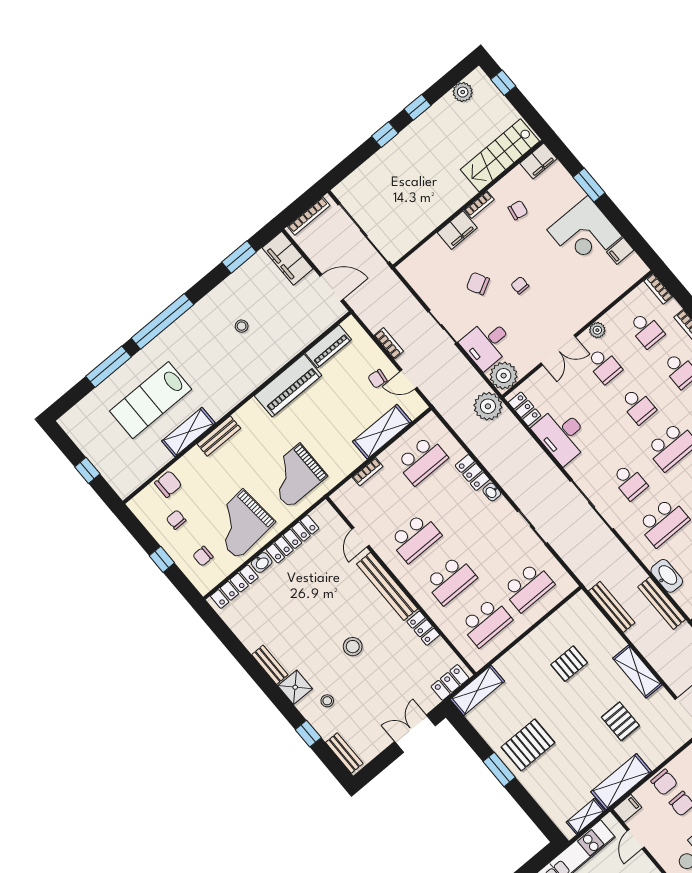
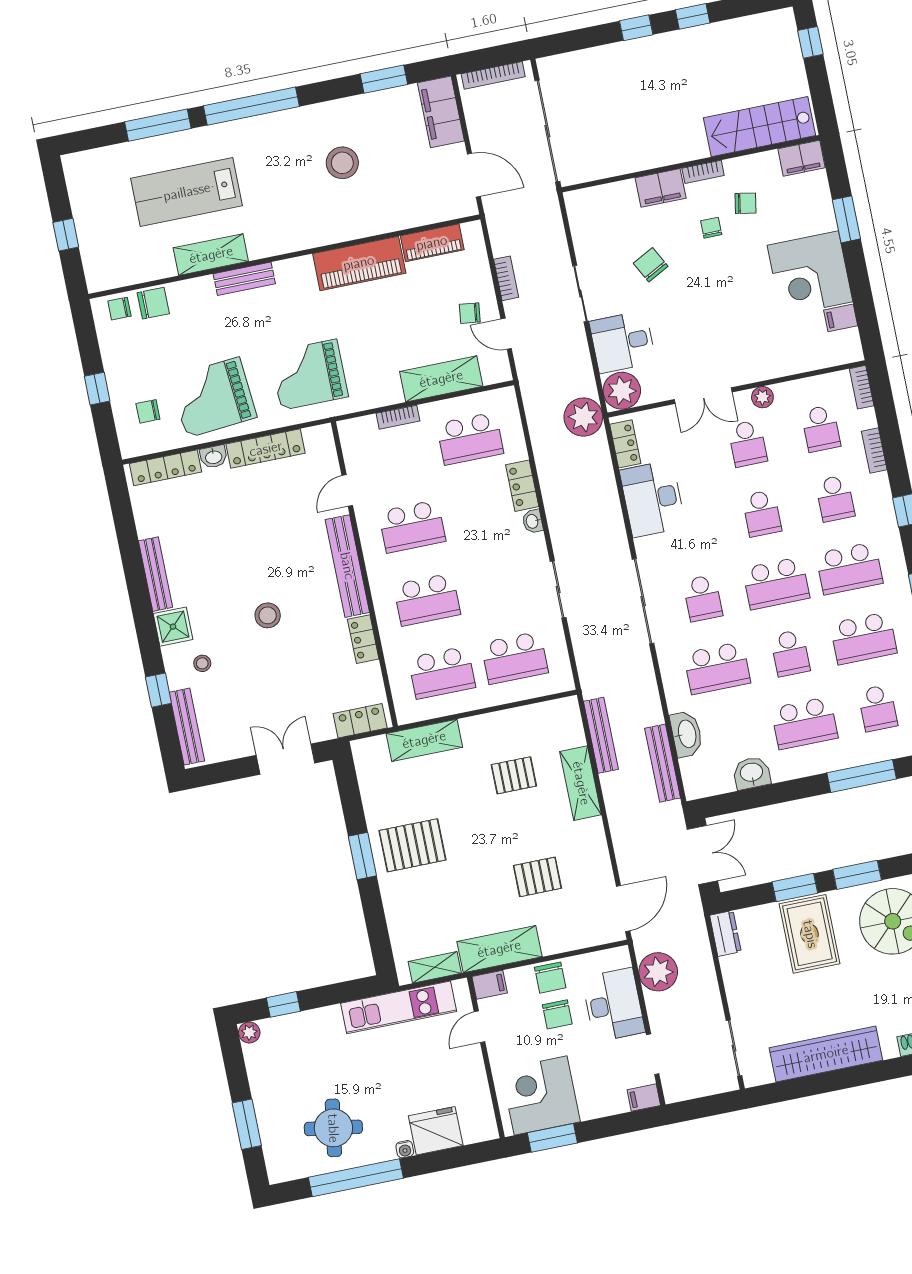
plant: (463, 92) -> (756, 27), removed
chair: (520, 285) -> (711, 228), moved
stool: (242, 326) -> (342, 163), width x1.89, depth x1.89
chair: (176, 520) -> (119, 309), moved, turned -90
bench: (270, 665) -> (155, 574), width x1.36
shelving: (637, 671) -> (581, 783), moved
shelving: (477, 690) -> (424, 740), moved
pallet: (620, 721) -> (537, 877), turned 90
bench: (344, 753) -> (187, 727), width x1.36

